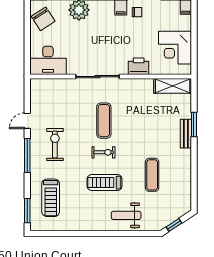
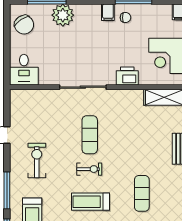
desk: (48, 60) -> (24, 70), width x0.73
window: (27, 155) -> (7, 190), moved

